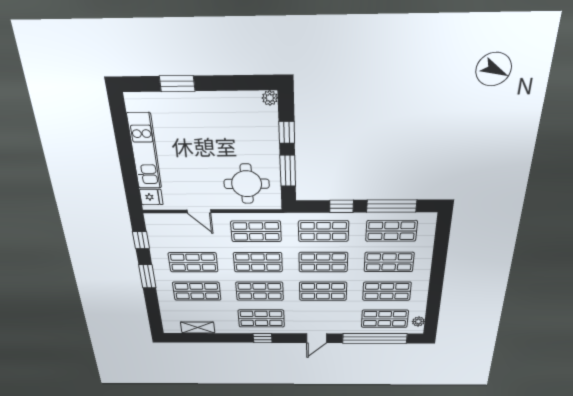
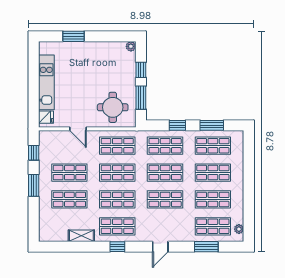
window: (392, 206) -> (212, 125), width x0.69
shelving: (198, 327) -> (81, 236), moved
window: (375, 338) -> (206, 247), width x0.47

